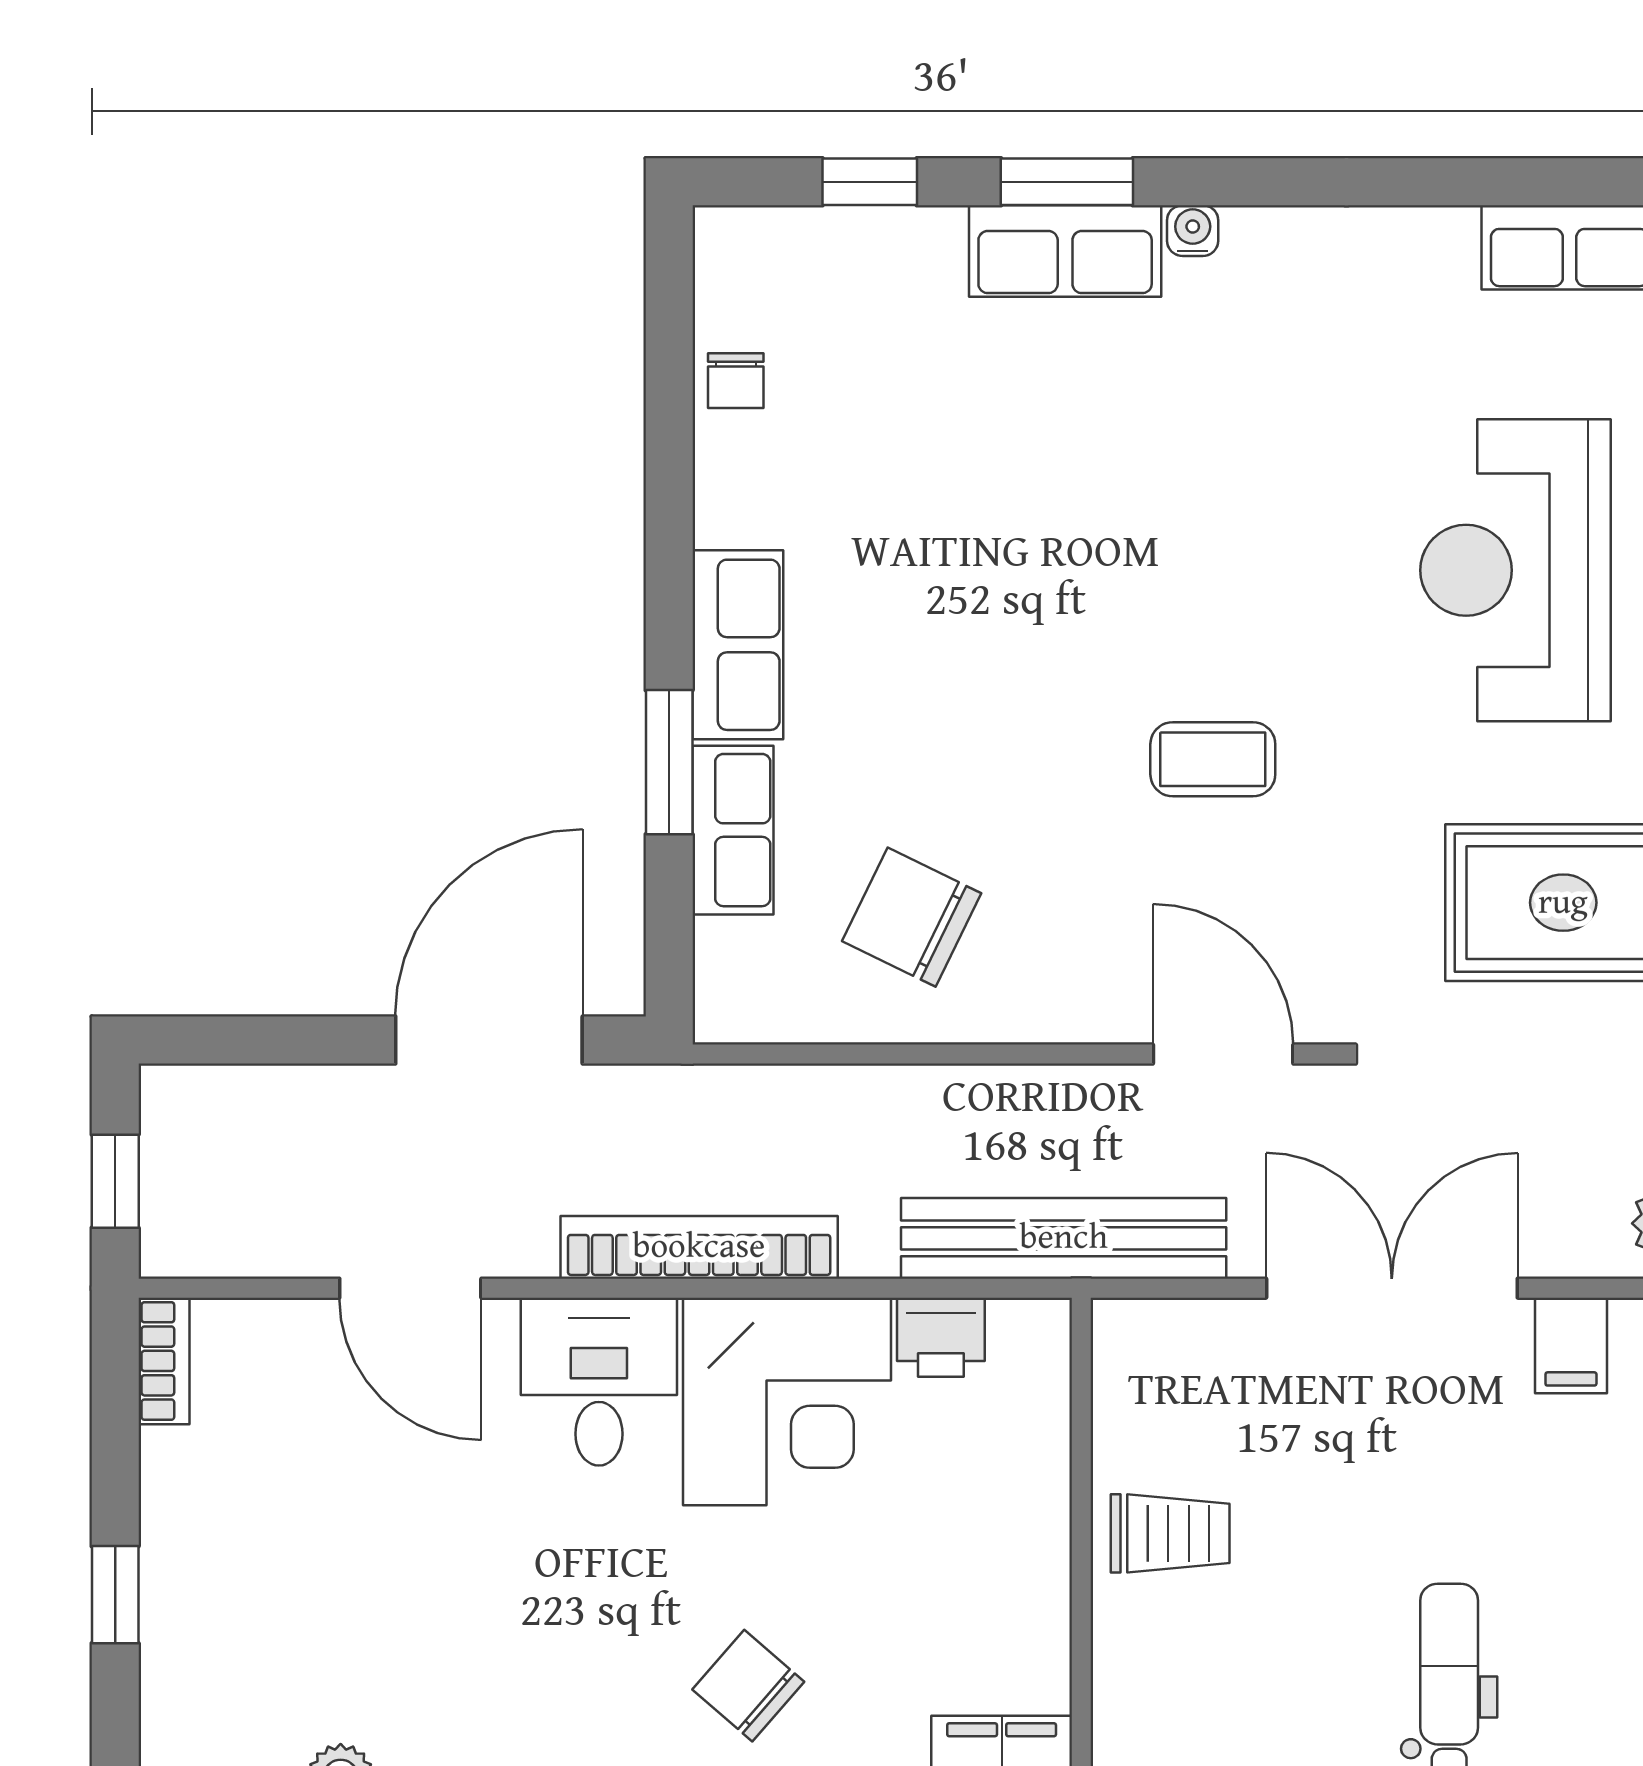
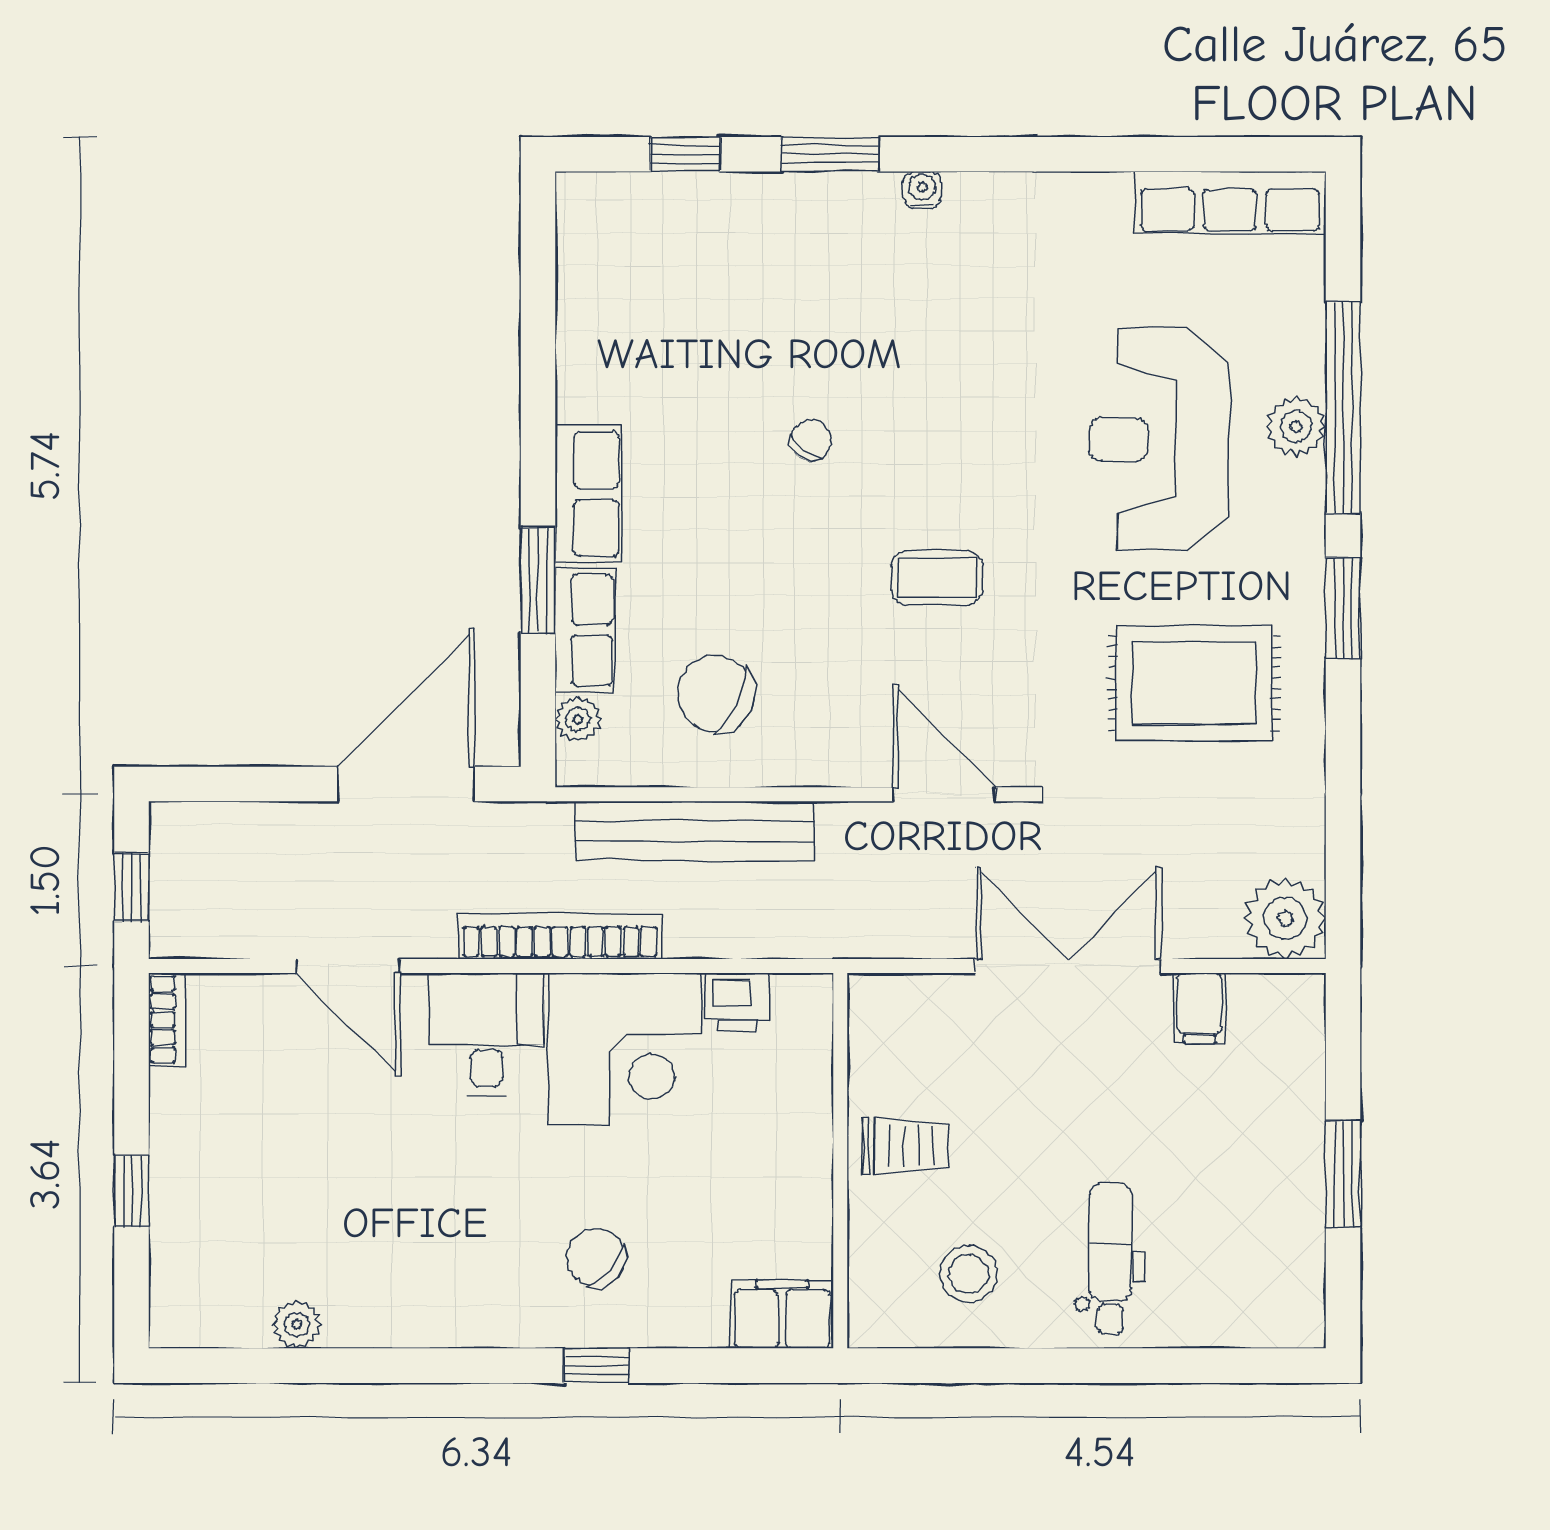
row of seats: (1065, 251) -> (828, 205), removed
chair: (736, 381) -> (811, 440), moved, turned -142
plant: (724, 952) -> (578, 719), added
bench: (1064, 1238) -> (695, 831), moved
stool: (1256, 1708) -> (969, 1274), added

